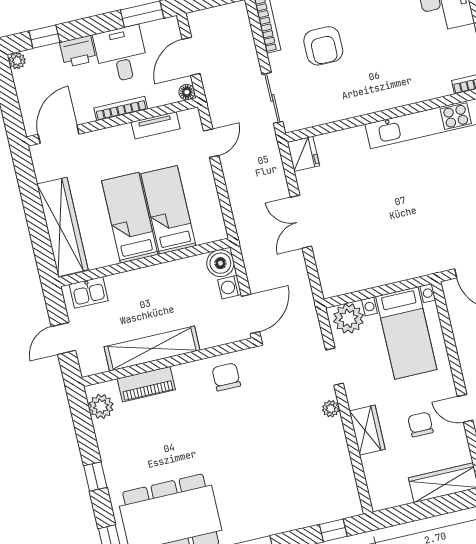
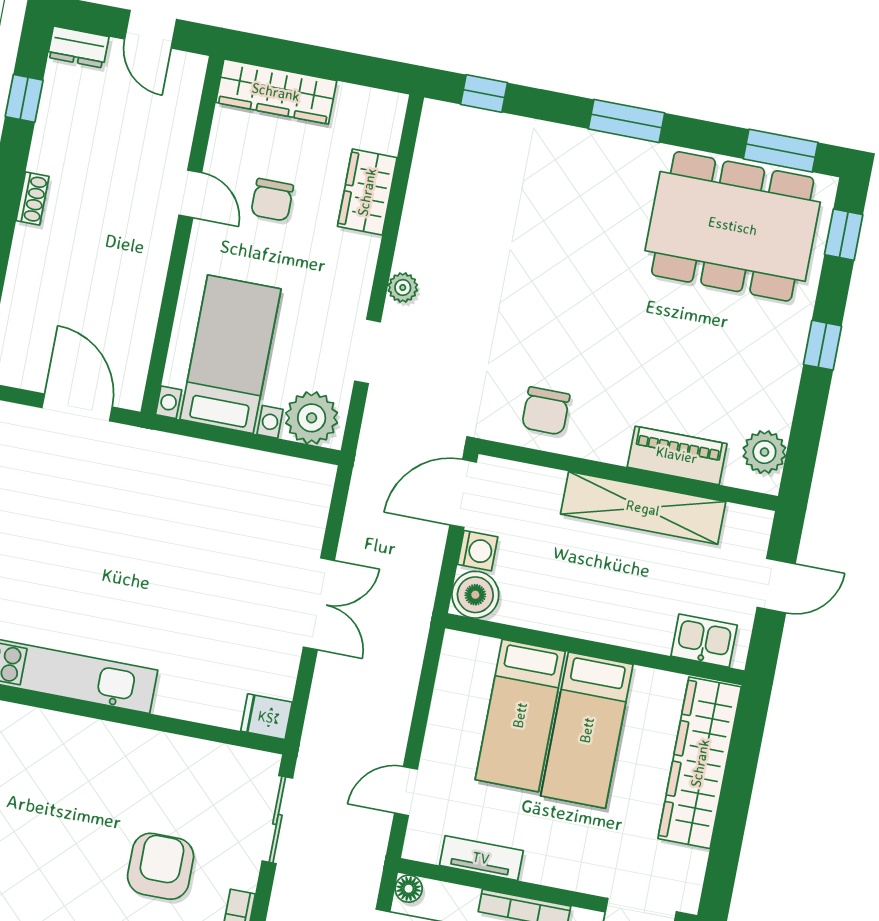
fridge: (303, 154) -> (266, 717), width x0.72
wardrobe: (367, 430) -> (367, 192), moved

